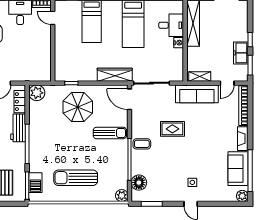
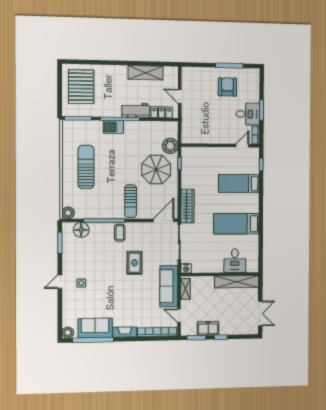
nightstand: (179, 43) -> (186, 268), moved
plant: (37, 93) -> (170, 146), moved
barbecue: (35, 183) -> (113, 127), moved

